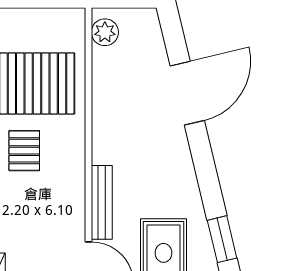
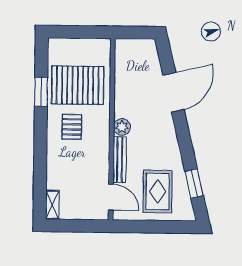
plant: (105, 32) -> (122, 127), moved

